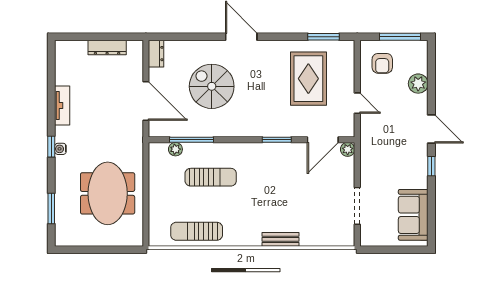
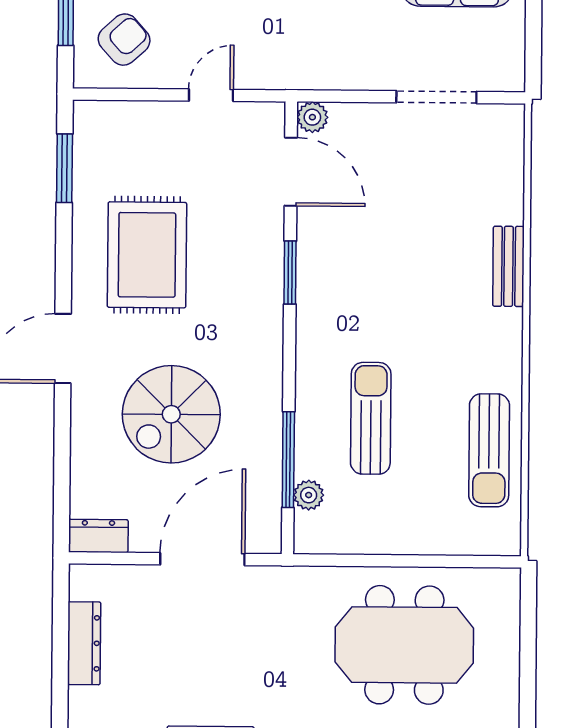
armchair: (382, 63) -> (124, 40), turned -42
rug: (308, 79) -> (147, 255), moved, turned 90

